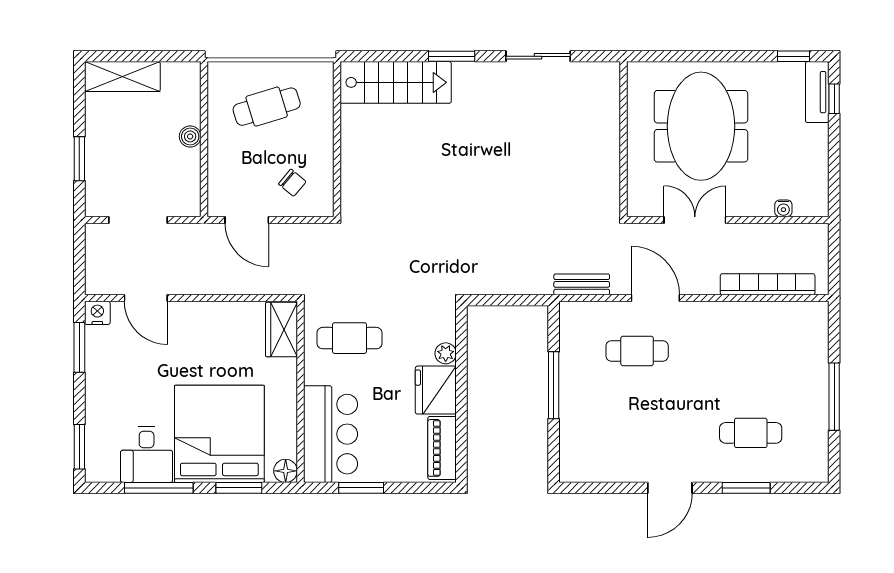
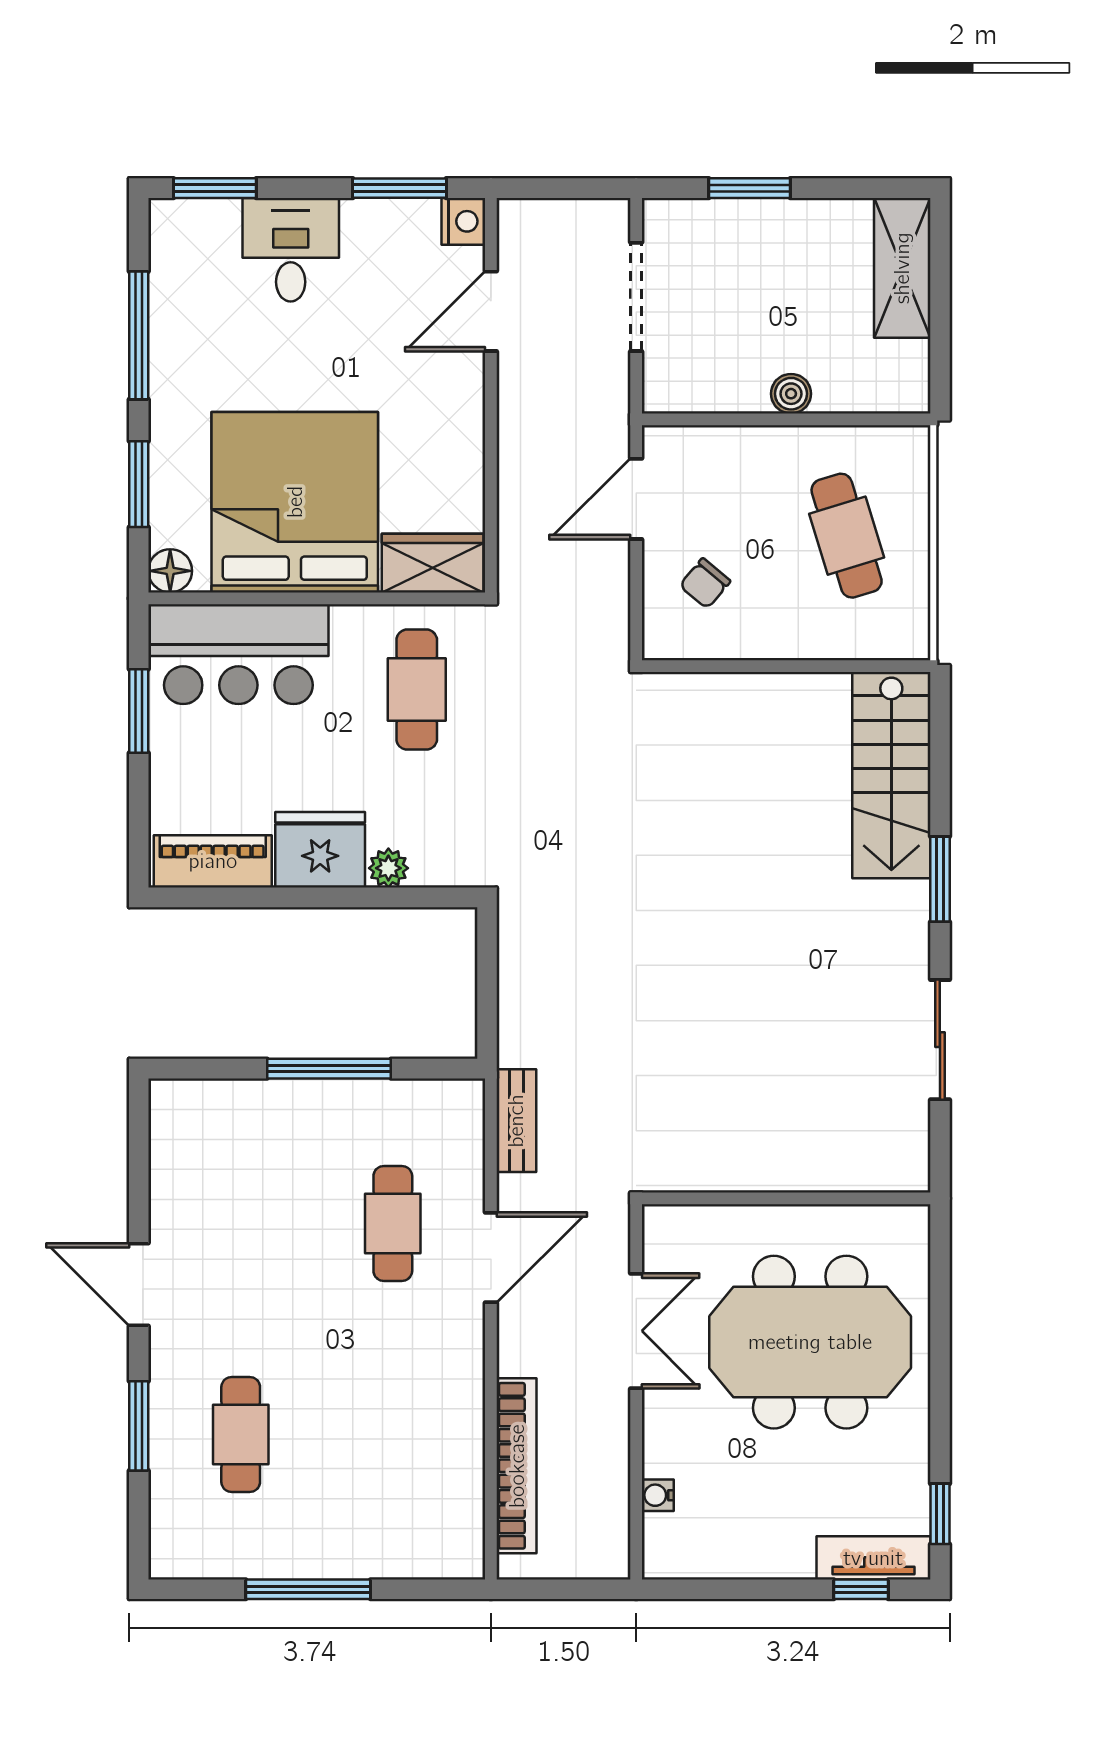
bed: (219, 434) -> (295, 502), moved, turned -90
desk: (147, 455) -> (291, 250), moved, turned 90

